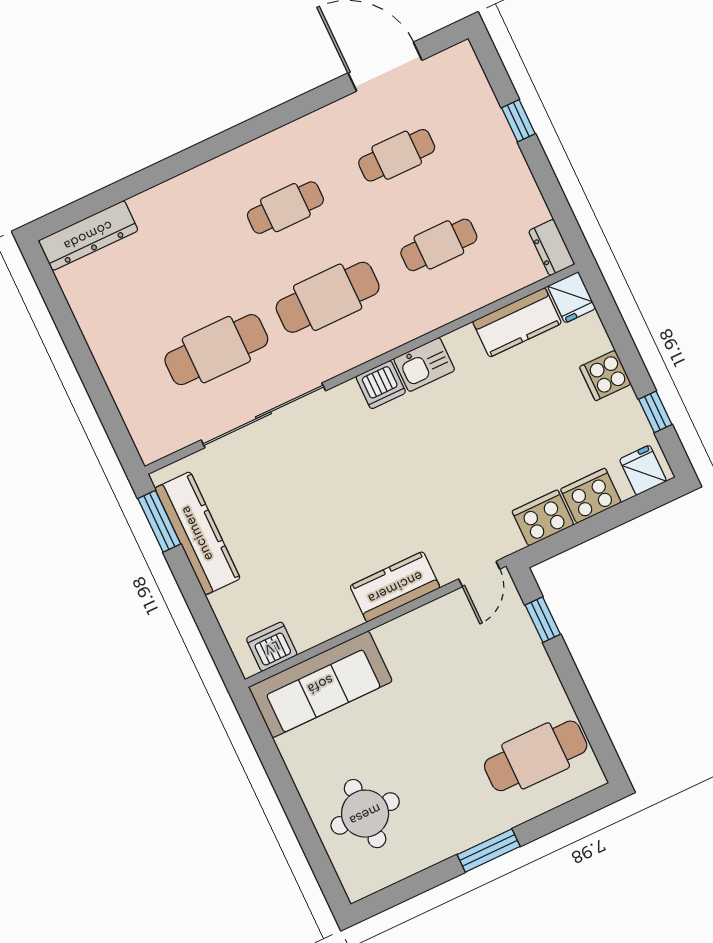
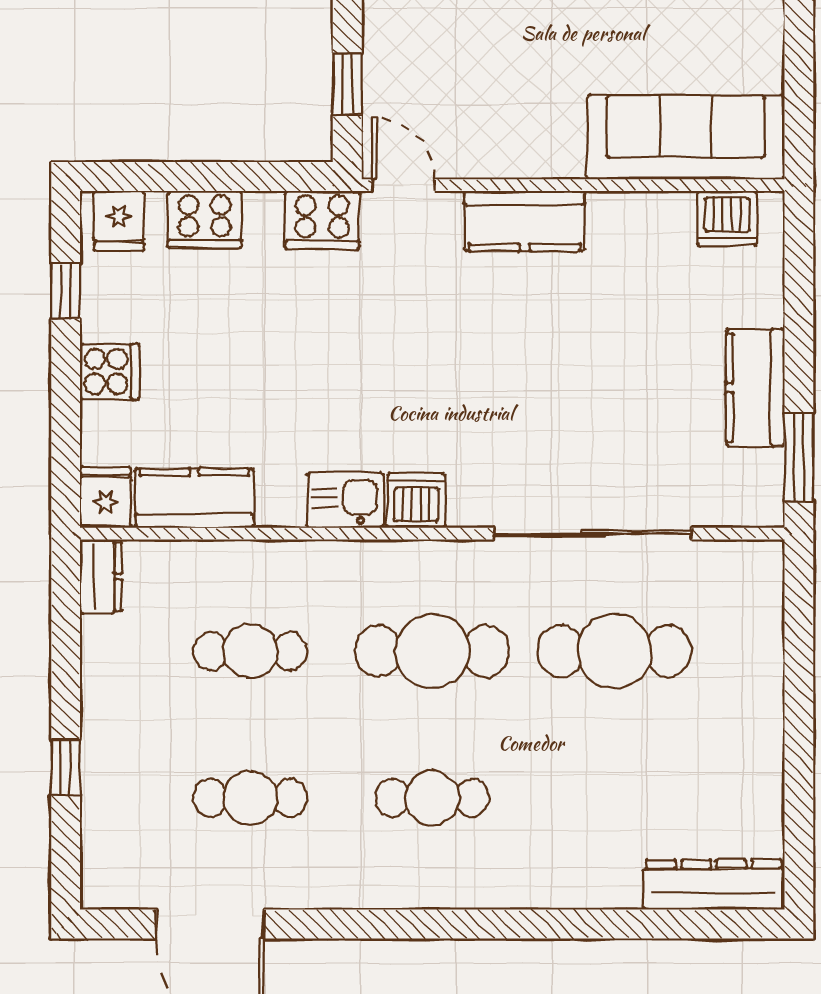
cooker: (543, 518) -> (322, 220), moved
kitchen counter: (197, 533) -> (755, 388), width x0.67
door: (479, 574) -> (403, 185), hinge flipped

